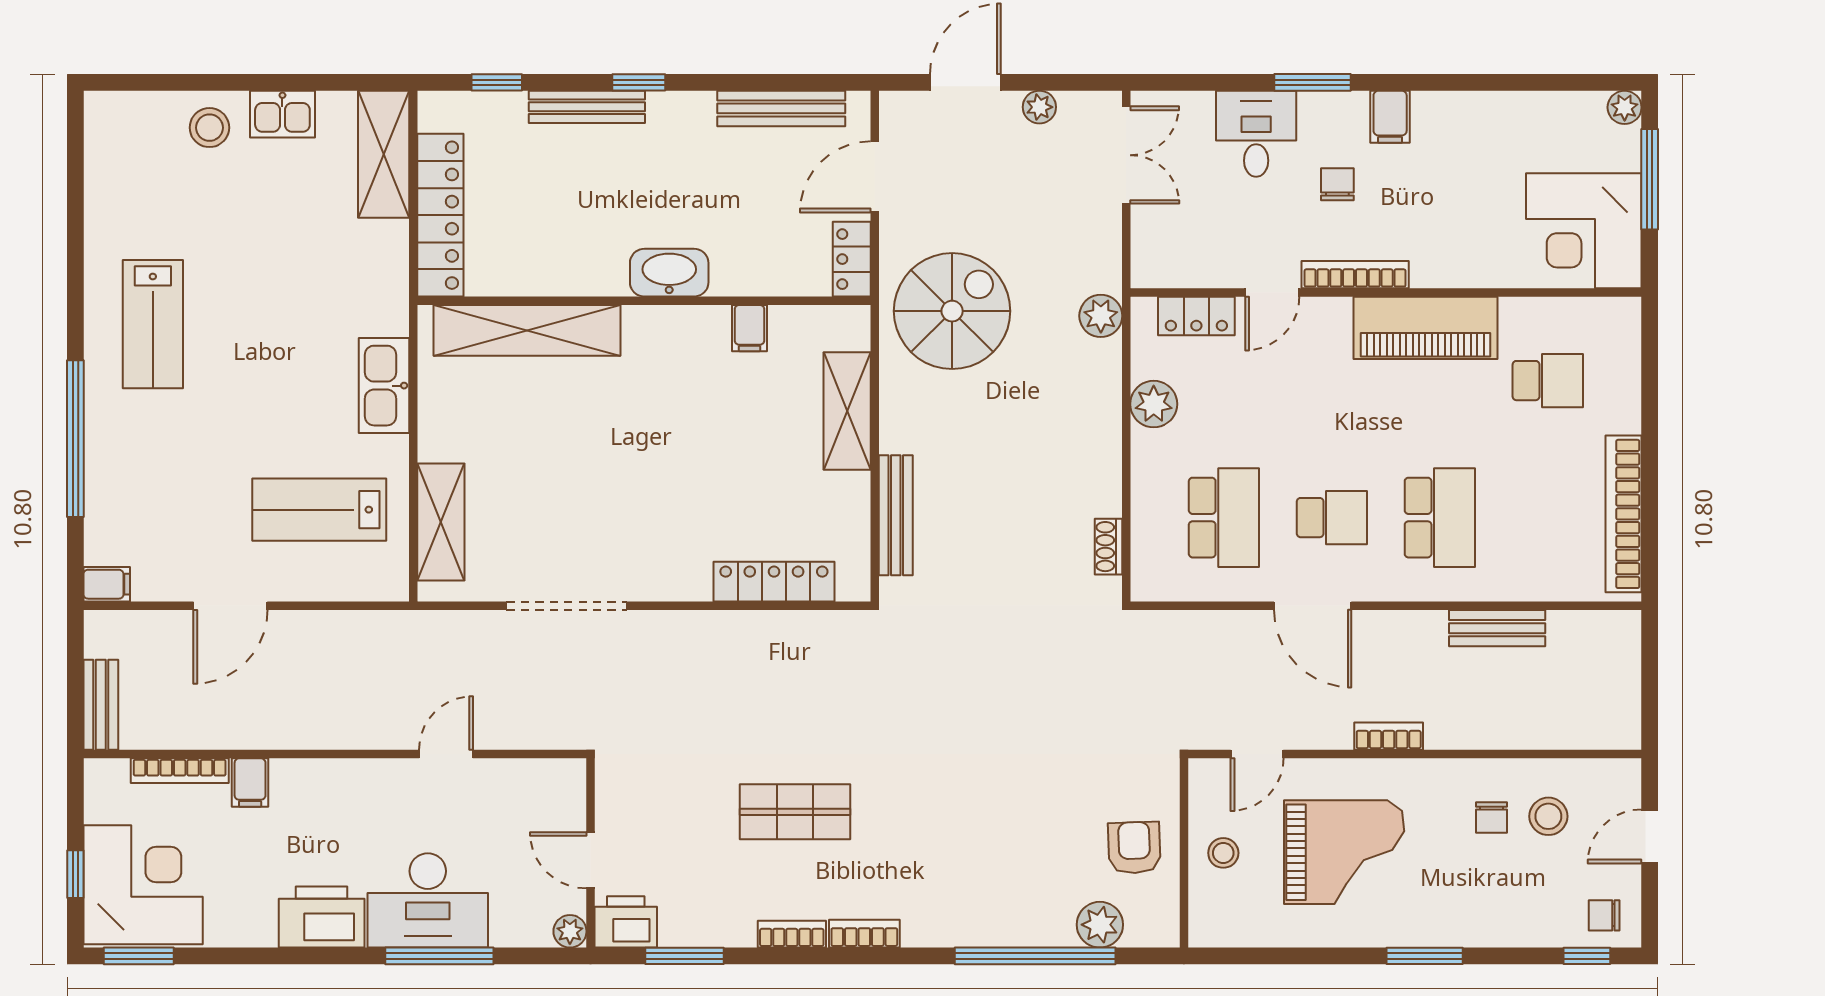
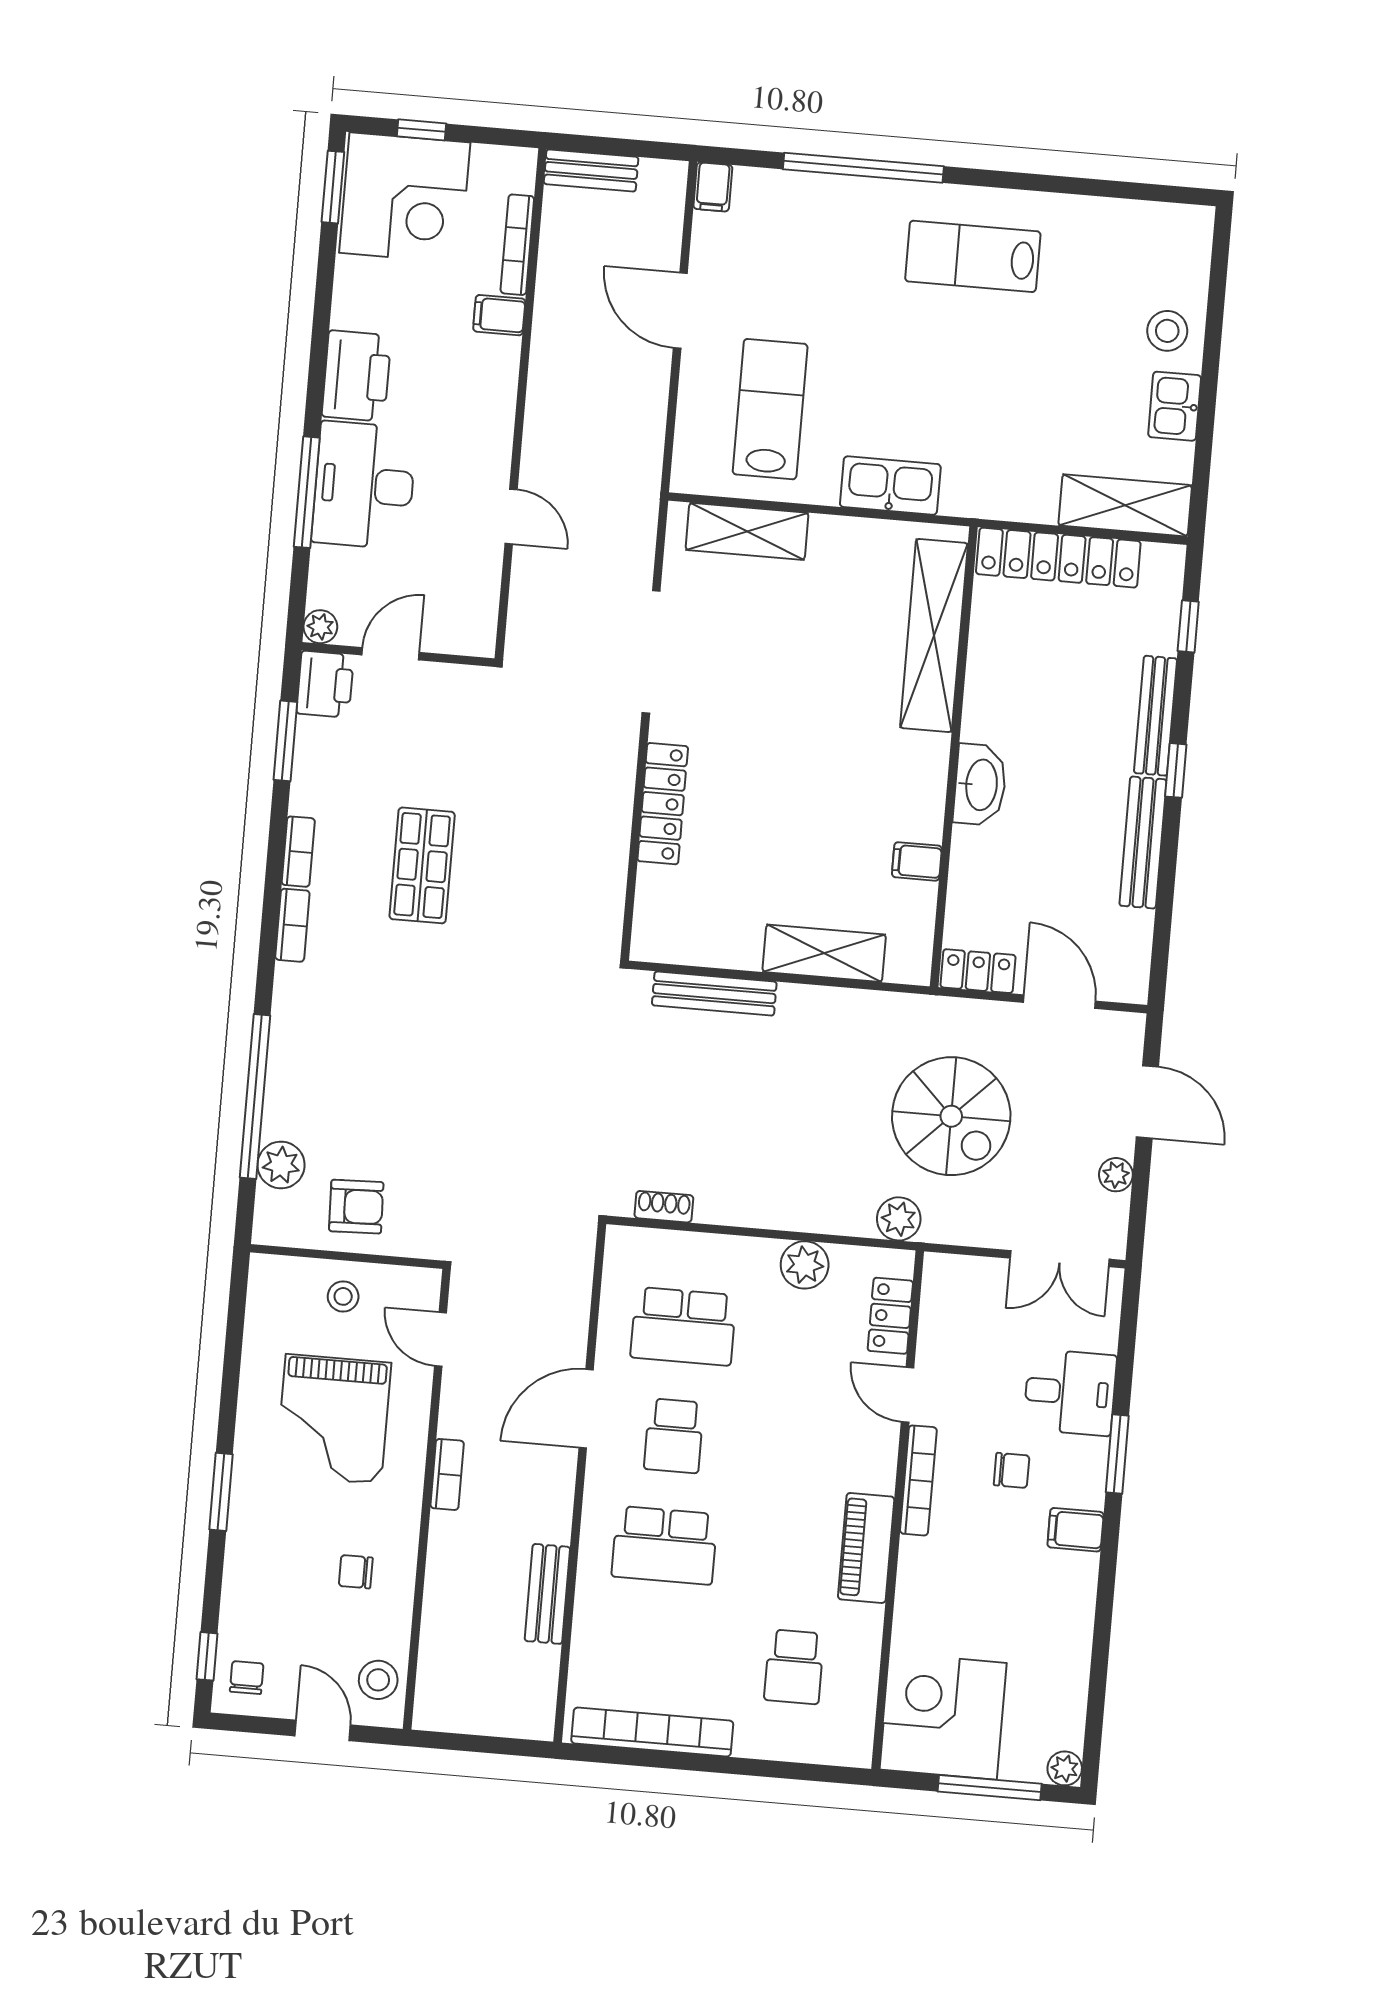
bench: (781, 108) -> (1143, 843), moved
spiral stairs: (952, 311) -> (951, 1116), moved
piano: (1425, 328) -> (866, 1548), width x0.73, depth x0.75
locker: (774, 582) -> (663, 804), moved
stool: (1548, 816) -> (378, 1680), moved

